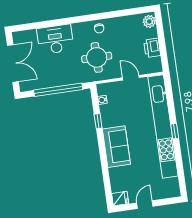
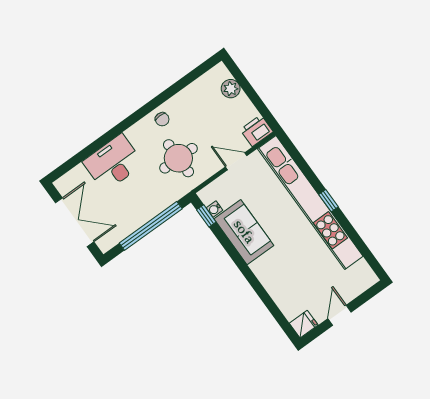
plant: (149, 21) -> (231, 89), moved
printer: (152, 48) -> (257, 131), moved, turned 90
window: (98, 121) -> (206, 216), moved
sofa: (116, 147) -> (244, 232), moved

